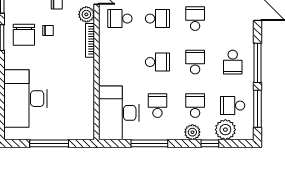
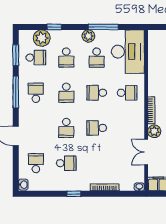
school desk: (120, 19) -> (127, 93), moved
window: (258, 109) -> (16, 55), width x0.69
plant: (192, 132) -> (88, 36), moved

